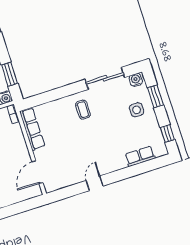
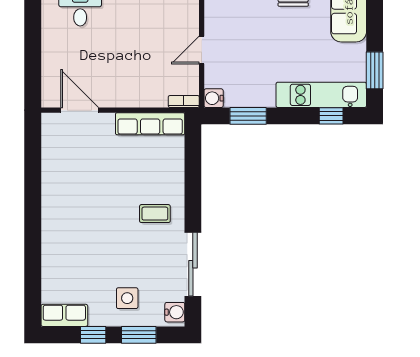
window: (167, 133) -> (93, 335), moved
row of seats: (140, 156) -> (64, 315), moved, turned -90
door: (95, 183) -> (33, 195), removed

